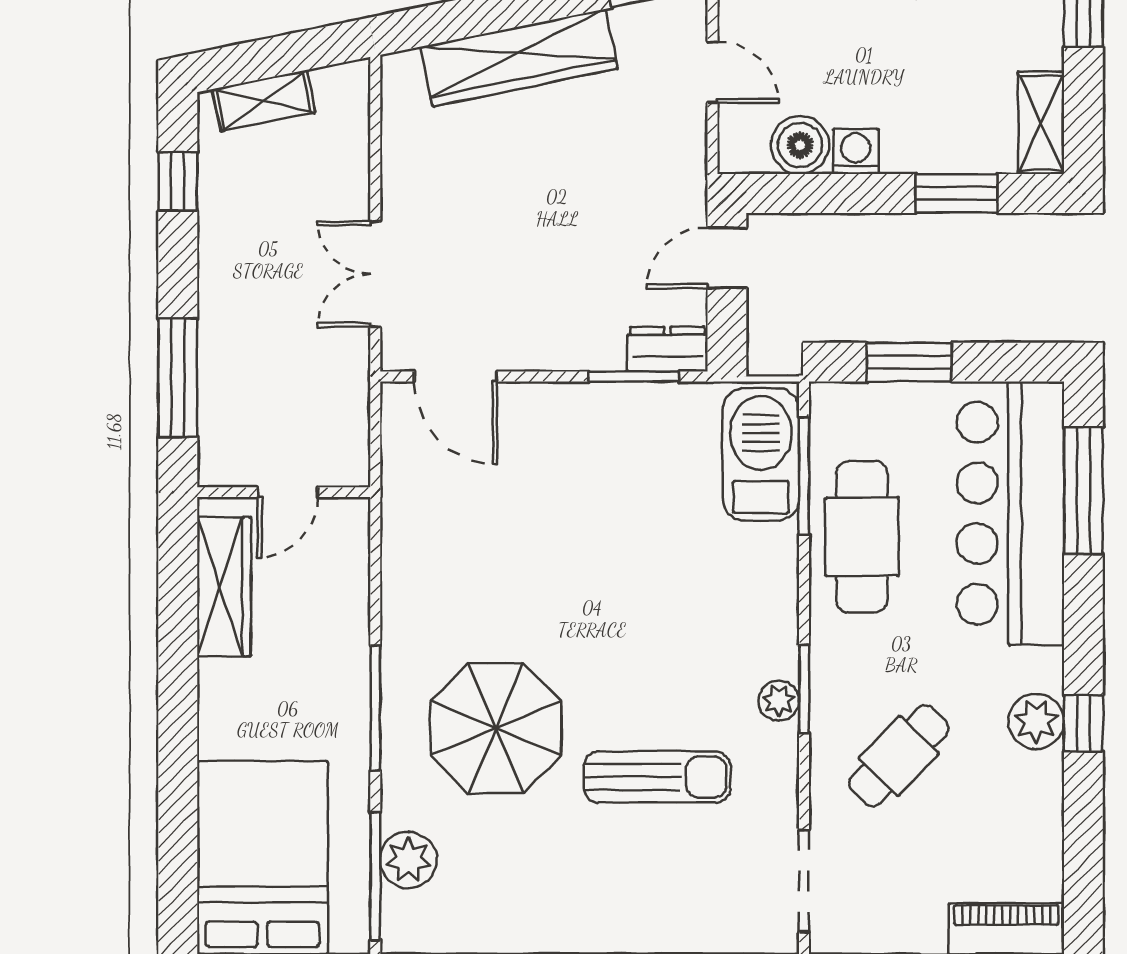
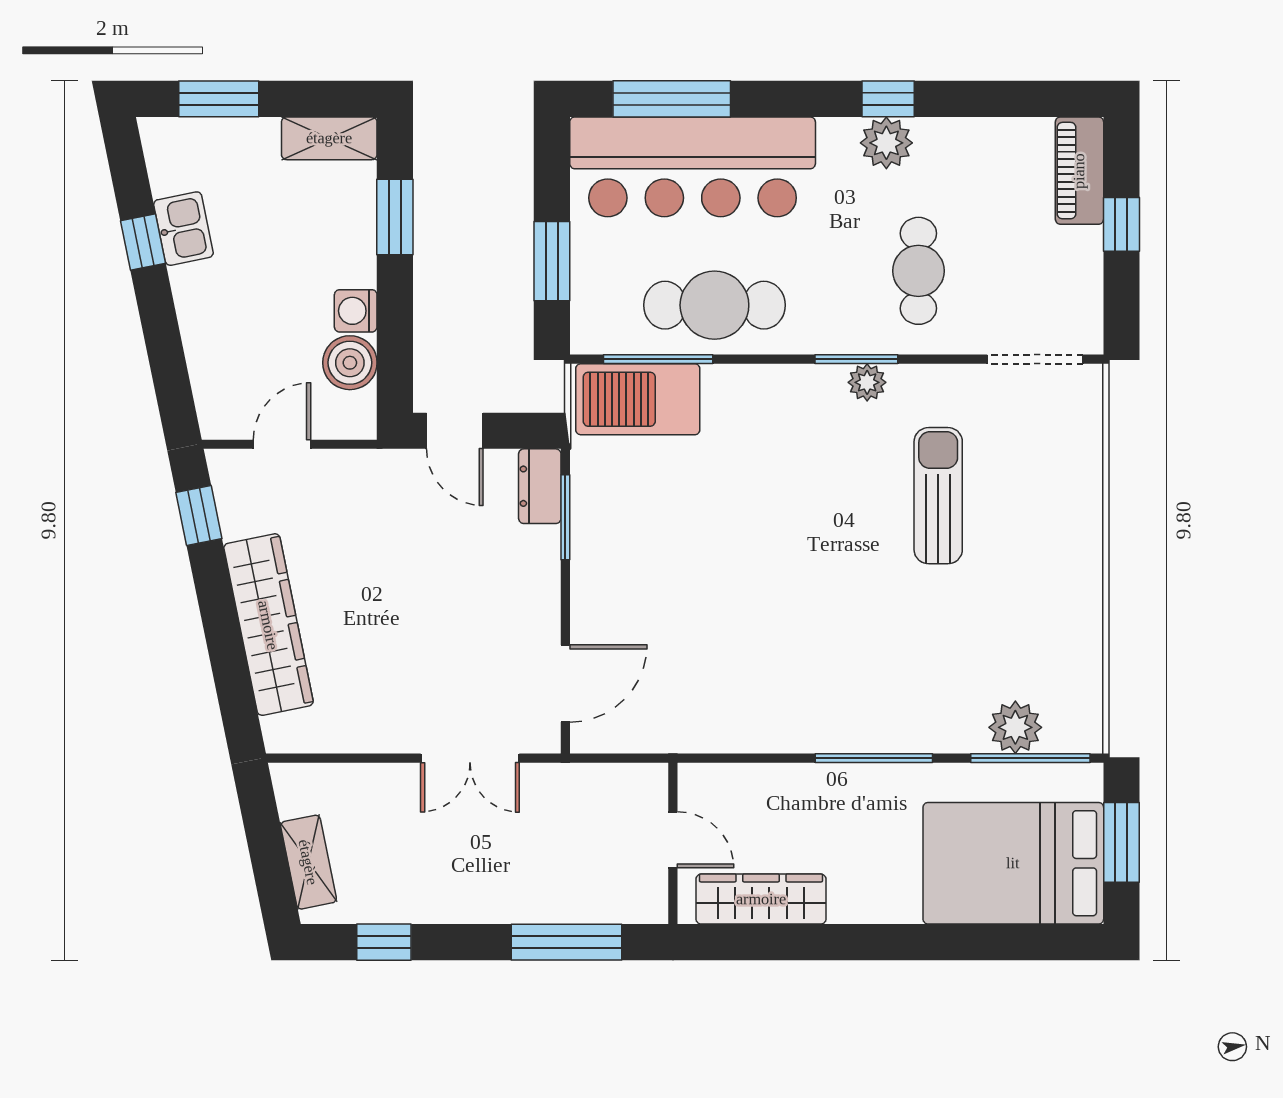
parasol: (496, 728) -> (893, 646), removed
cafe table: (899, 756) -> (918, 271), turned 46

